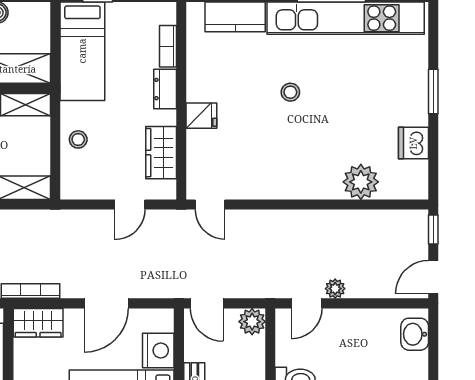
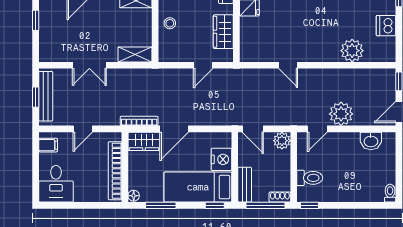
door: (210, 205) -> (288, 65), moved
plant: (335, 289) -> (341, 114), width x1.88, depth x1.88
door: (106, 303) -> (174, 129), moved
washbasin: (415, 334) -> (371, 141), moved, turned -90

